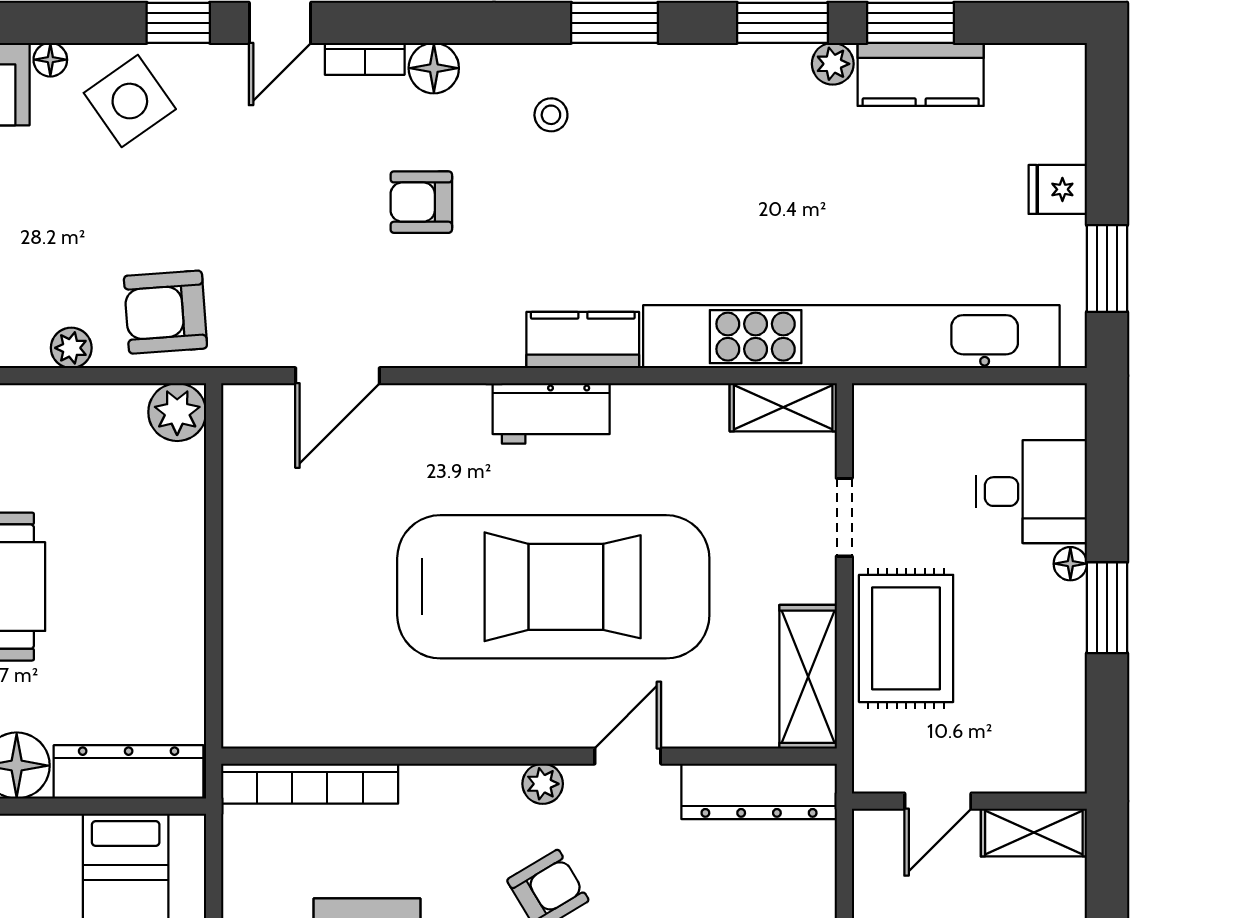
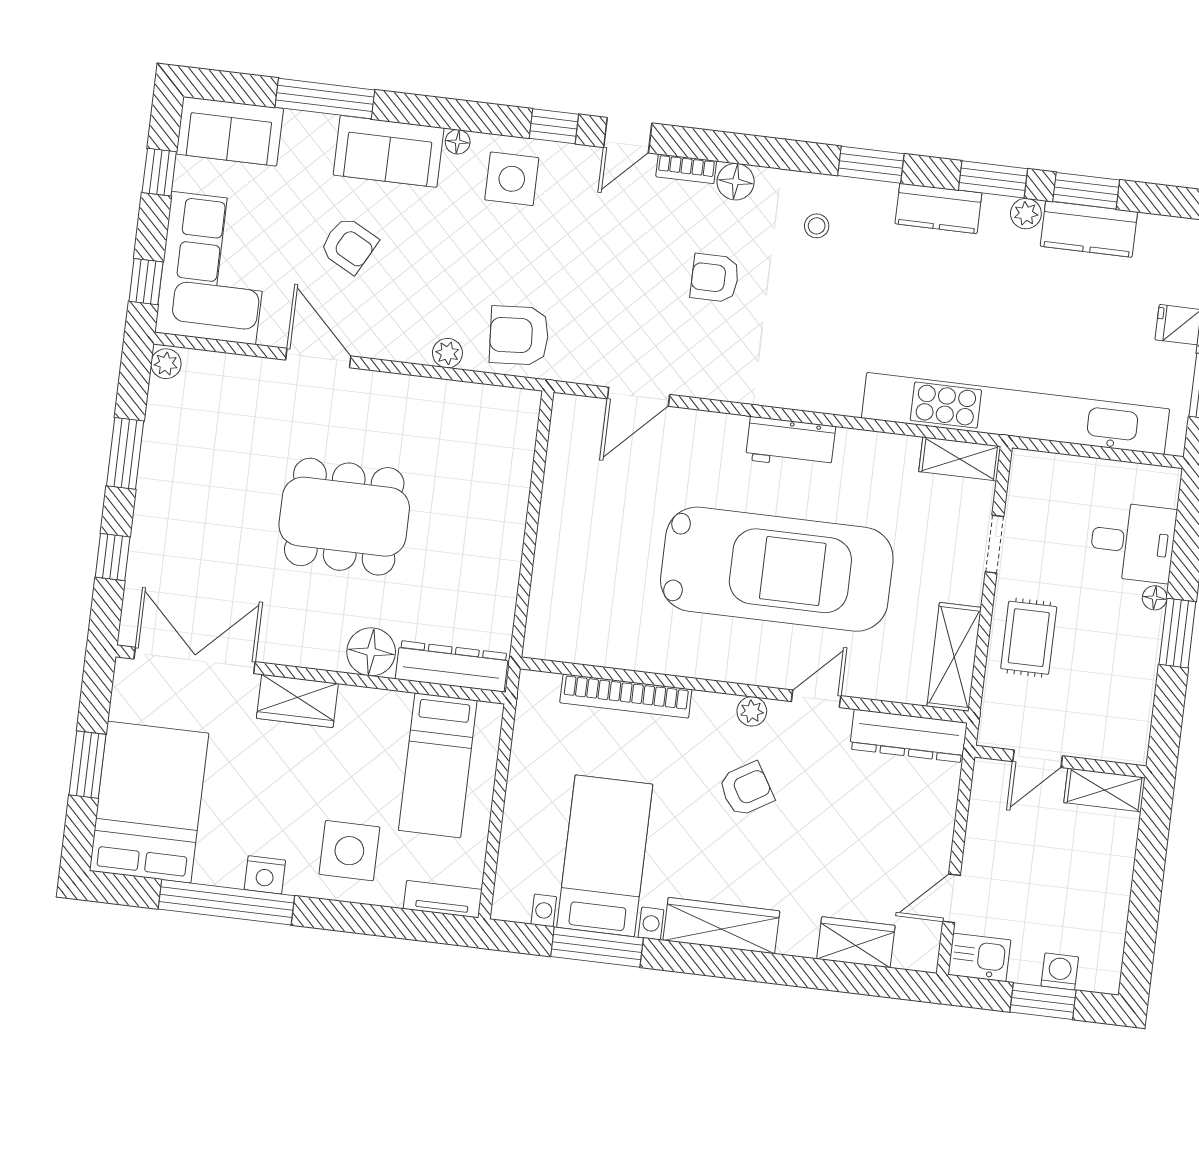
side table: (130, 101) -> (512, 179), turned 35
kitchen counter: (583, 340) -> (938, 208), moved, turned 180
plant: (177, 412) -> (519, 409), removed
rug: (906, 638) -> (1029, 638), width x0.73, depth x0.70
bookcase: (310, 784) -> (626, 696), moved

